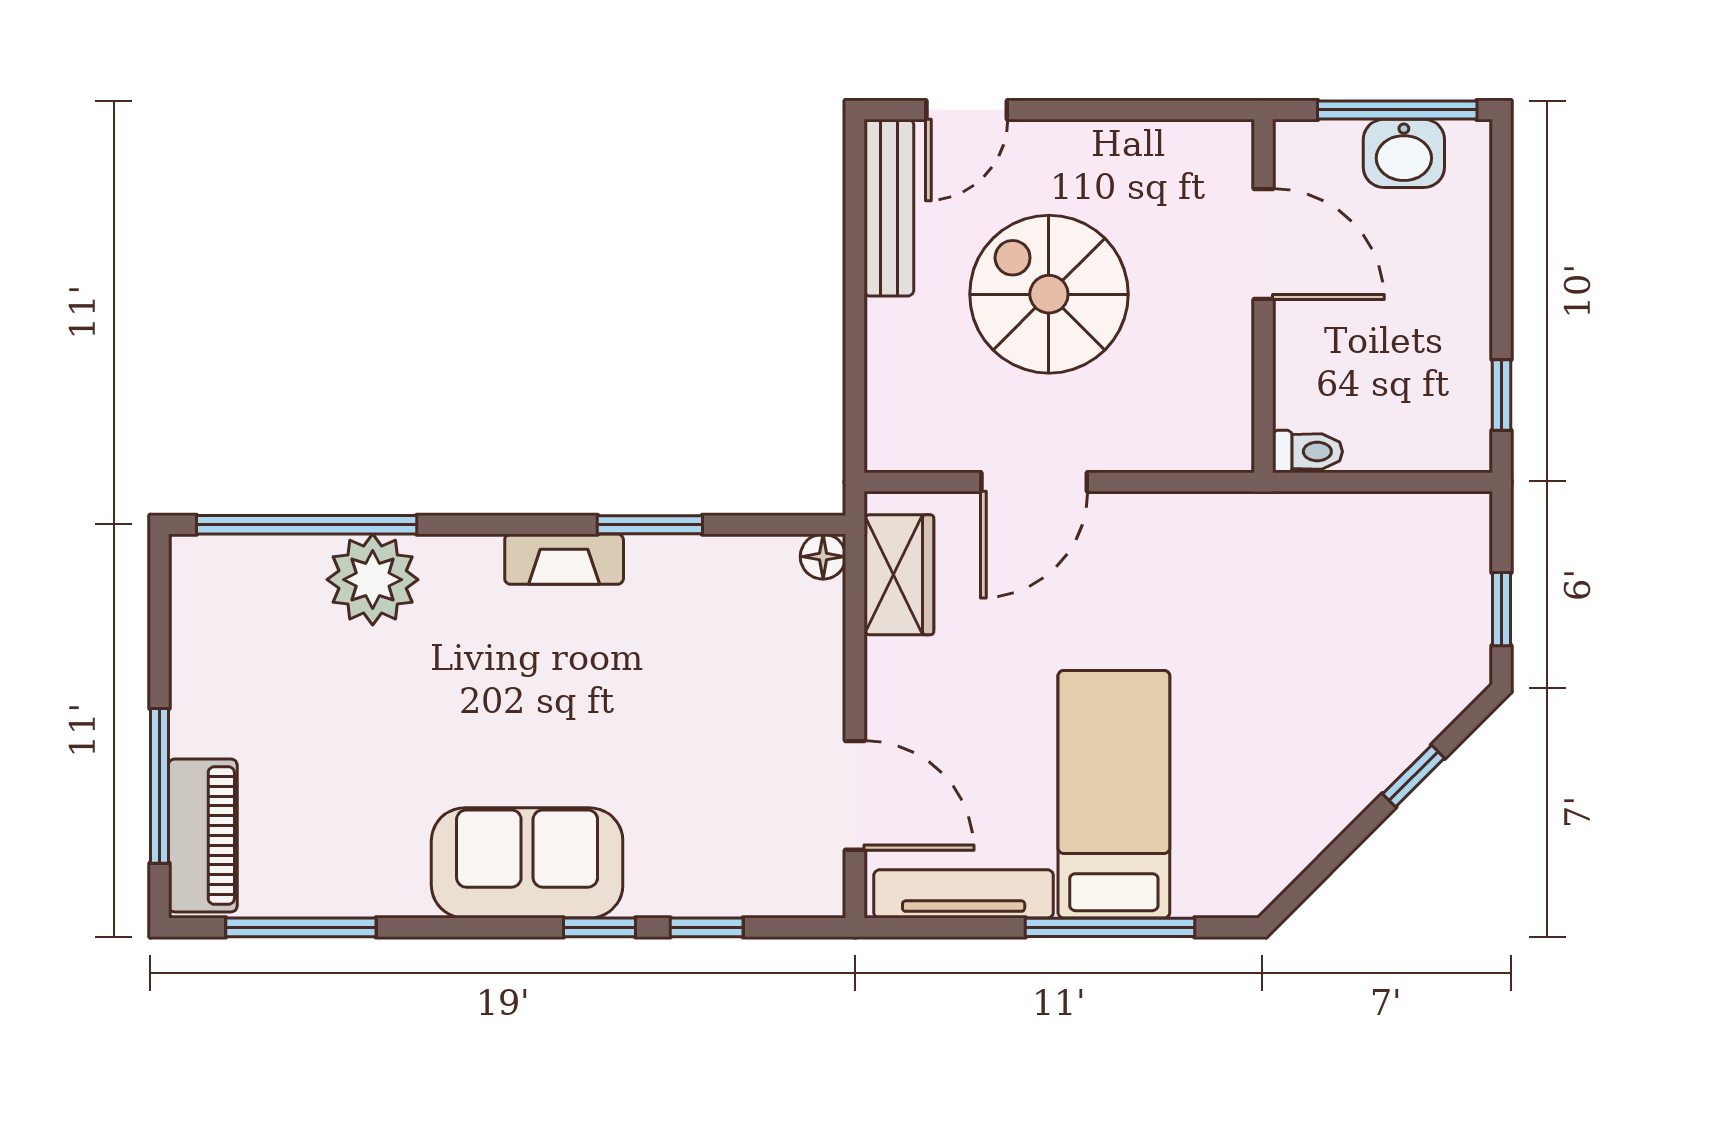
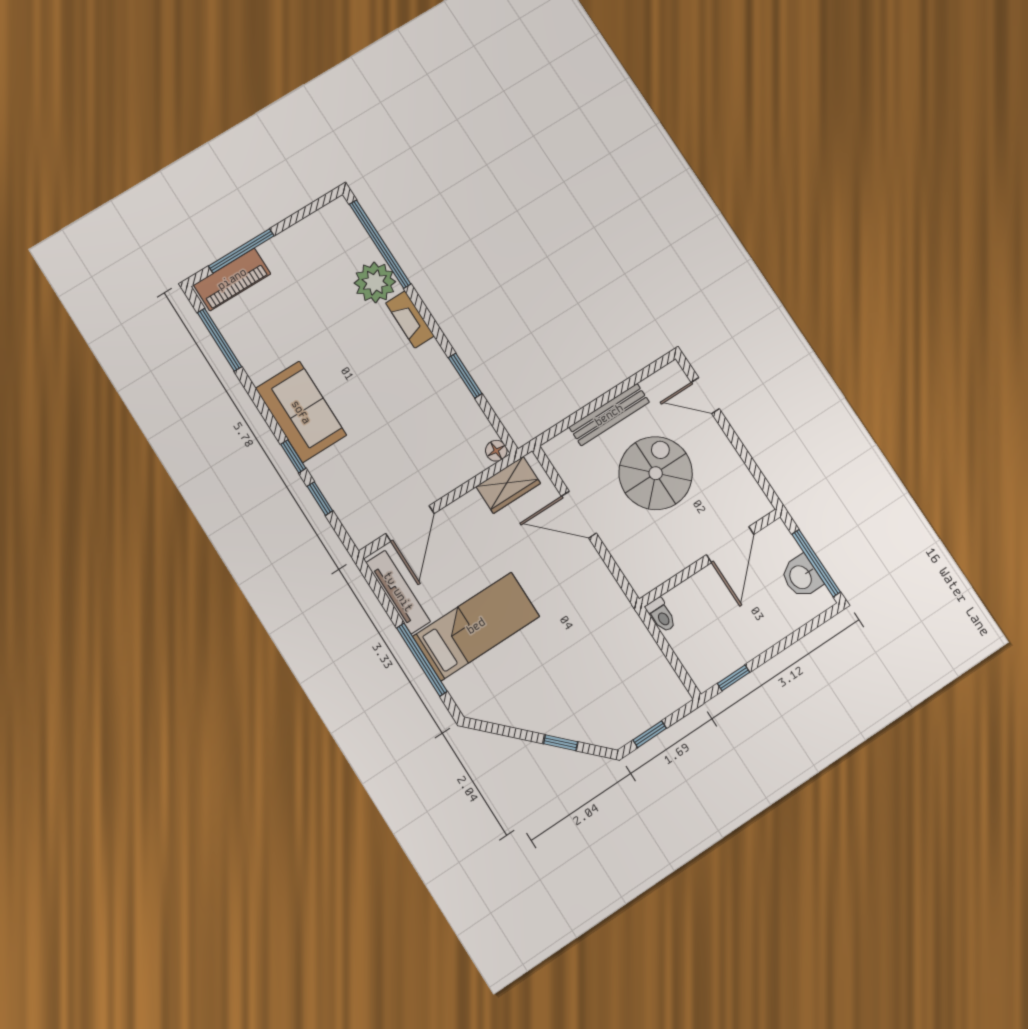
bench: (889, 208) -> (609, 415), moved
fireplace: (564, 559) -> (410, 319), moved

